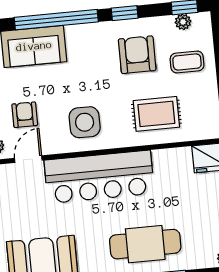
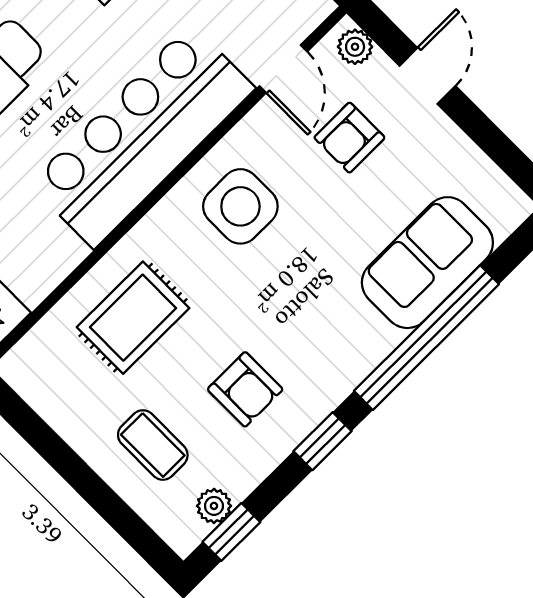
armchair: (137, 55) -> (245, 389), width x0.72, depth x0.72
coffee table: (187, 62) -> (153, 445), turned 90
armchair: (25, 115) -> (349, 138), turned 90

